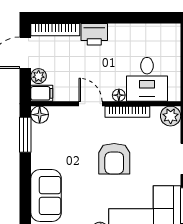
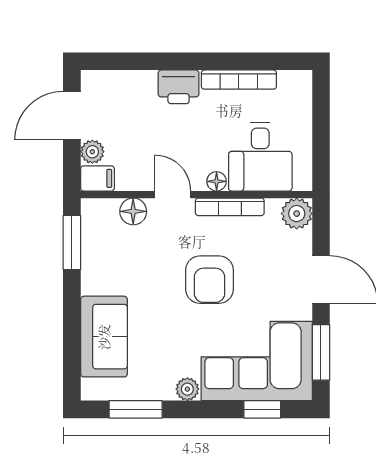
bookcase: (55, 30) -> (239, 80), moved
floor lamp: (40, 115) -> (133, 211), moved

